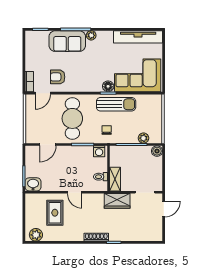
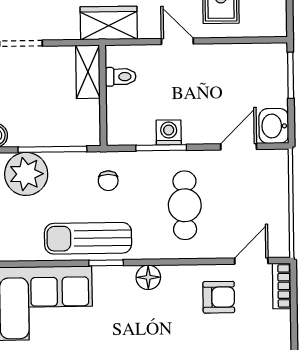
floor lamp: (108, 86) -> (148, 277), moved
cafe table: (72, 118) -> (185, 205), width x0.73, depth x0.74
plant: (143, 138) -> (26, 174), width x1.87, depth x1.87
washing machine: (99, 151) -> (169, 132), moved
washbasin: (33, 184) -> (274, 126), moved, turned 90
wardrobe: (117, 201) -> (109, 23), moved

